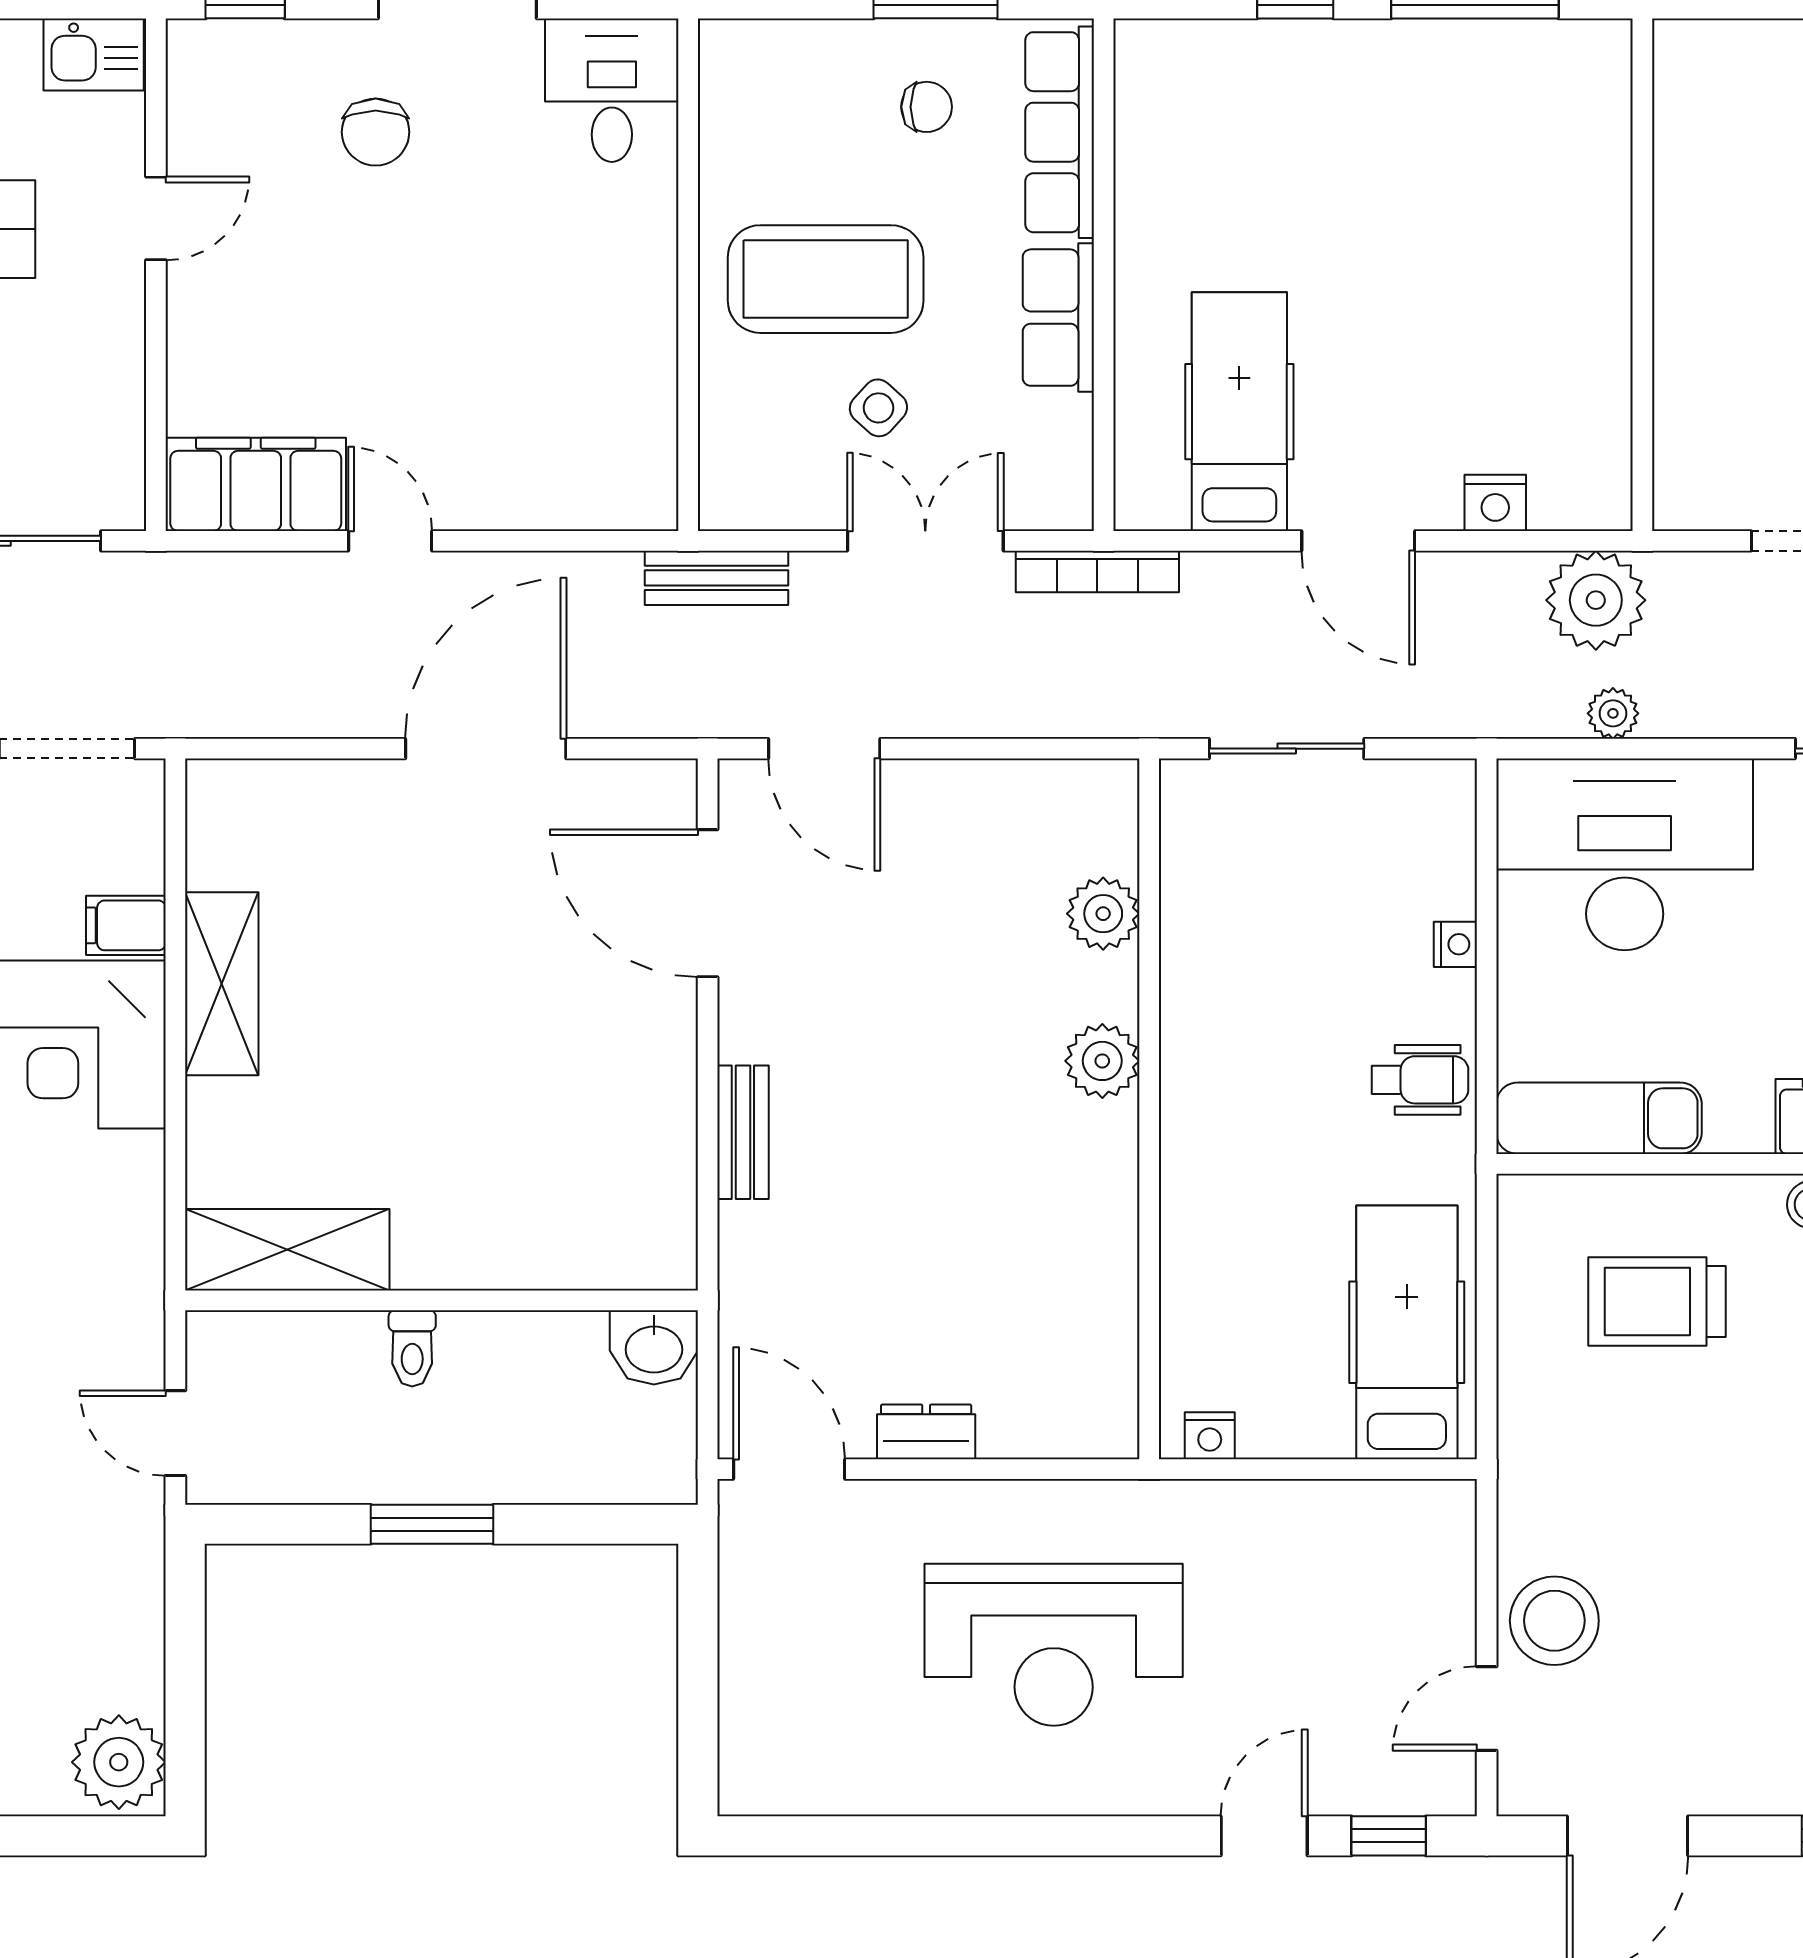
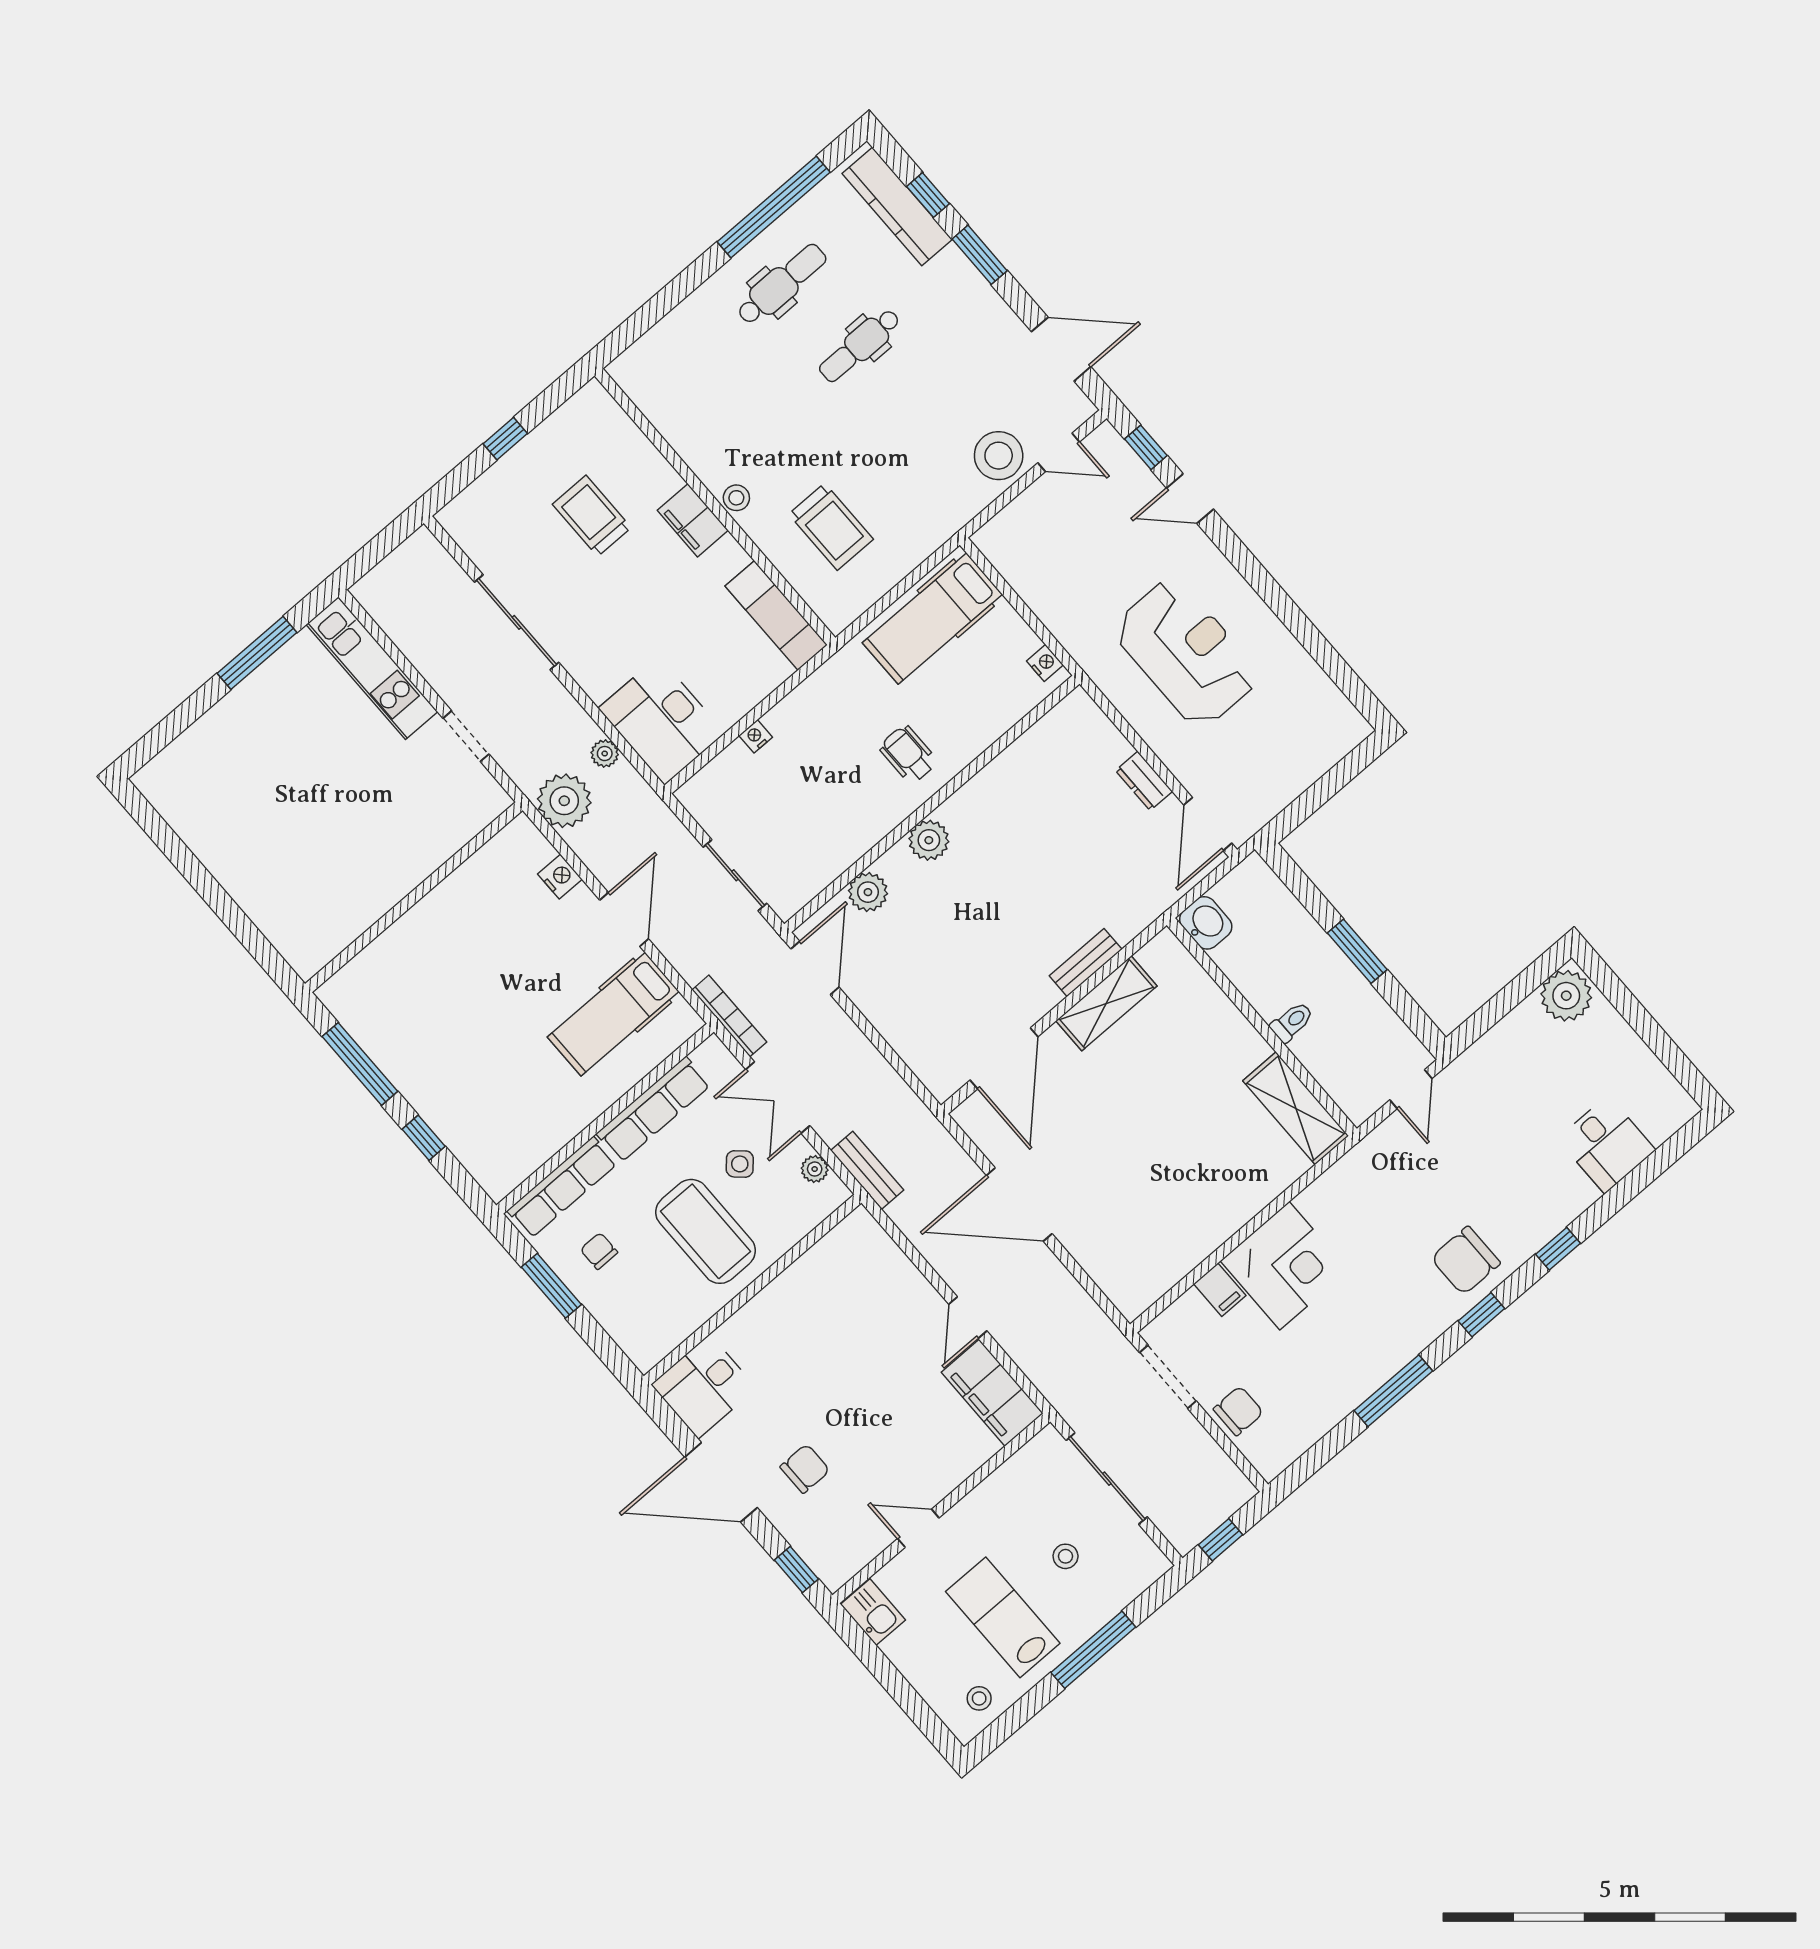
row of seats: (1058, 318) -> (653, 1109), width x1.48
plant: (781, 506) -> (815, 1169), added
door: (824, 749) -> (815, 968), moved
desk: (1625, 854) -> (662, 721), width x0.73, depth x0.77
shelving: (222, 984) -> (1106, 1003), moved
wheelchair: (1420, 1080) -> (908, 754), moved

